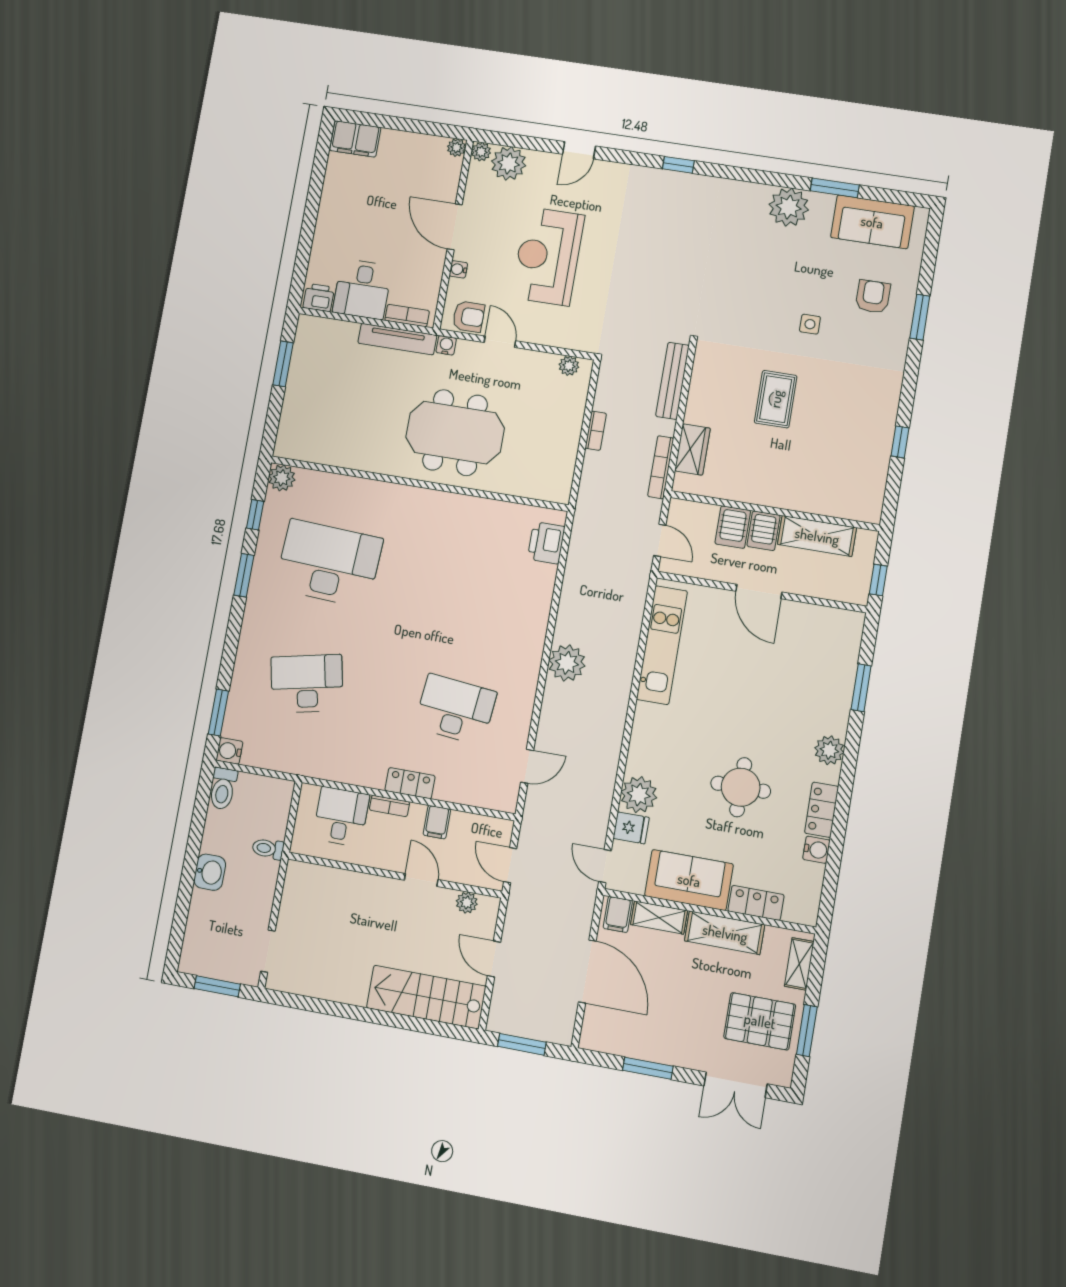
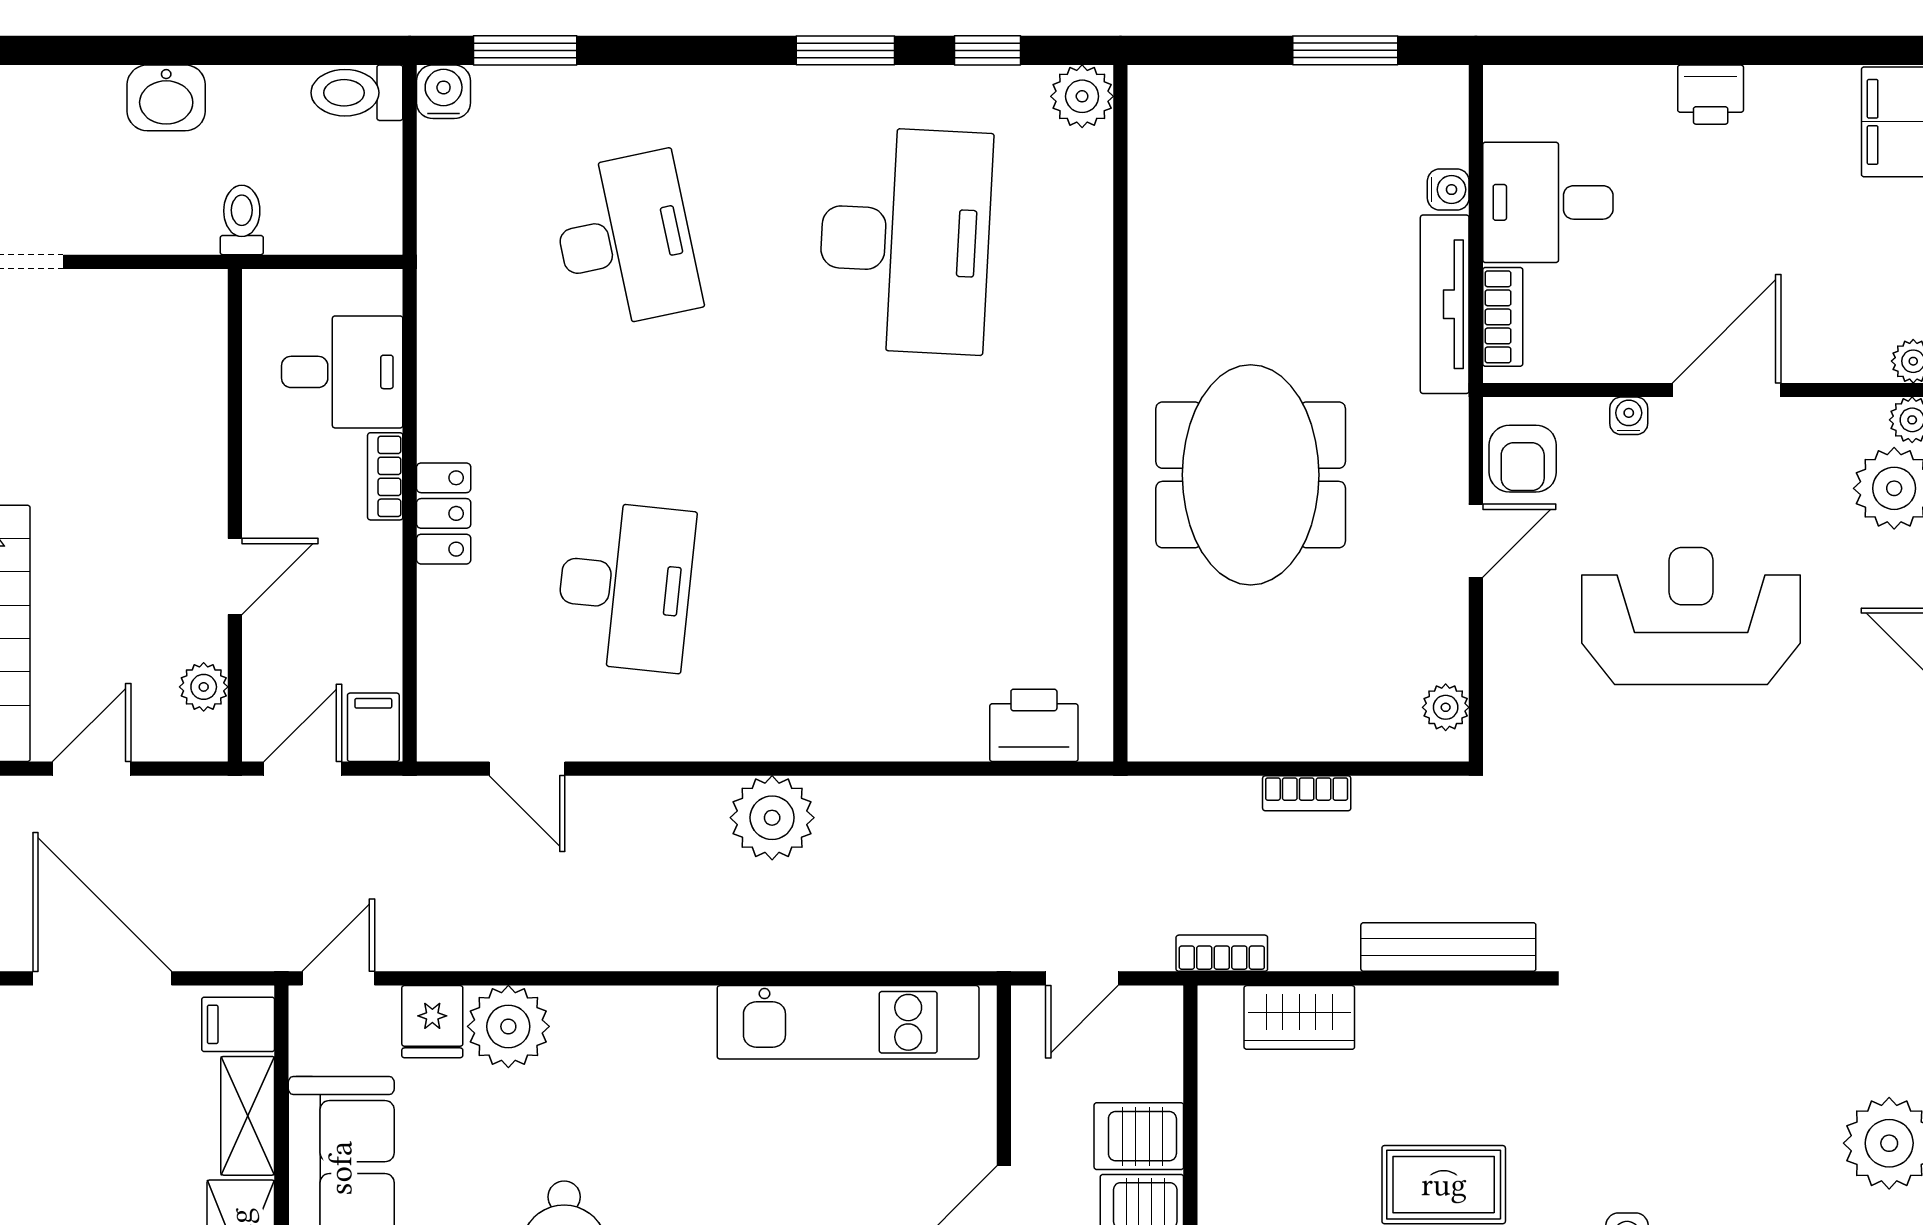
printer: (319, 298) -> (1711, 95), moved, turned 90
water cooler: (446, 345) -> (1448, 190), moved
bookcase: (661, 467) -> (1222, 953), width x0.64
filing cabinet: (437, 822) -> (373, 727), moved, turned 90
door: (587, 971) -> (102, 978), swing flipped

